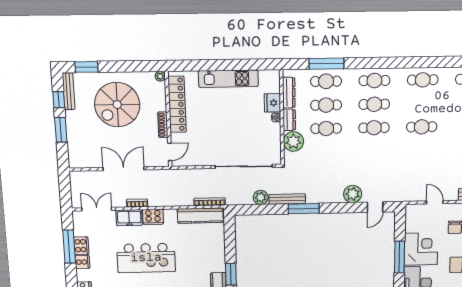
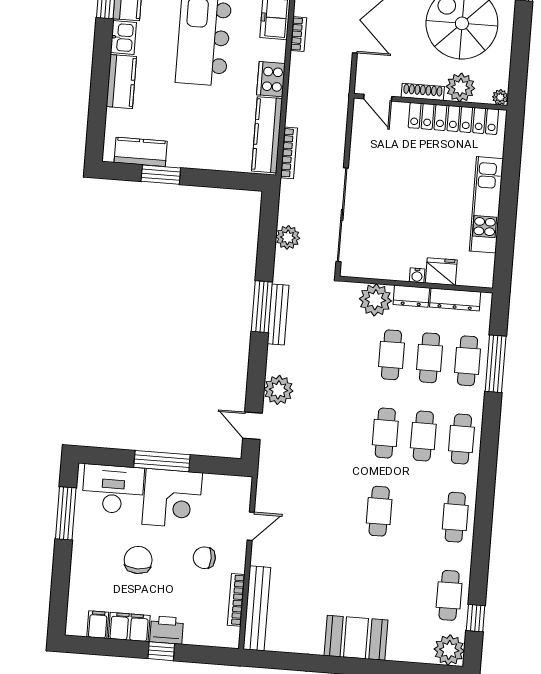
plant: (157, 102) -> (460, 87), added
bench: (287, 199) -> (278, 314), moved
cooker: (153, 217) -> (271, 79), moved

